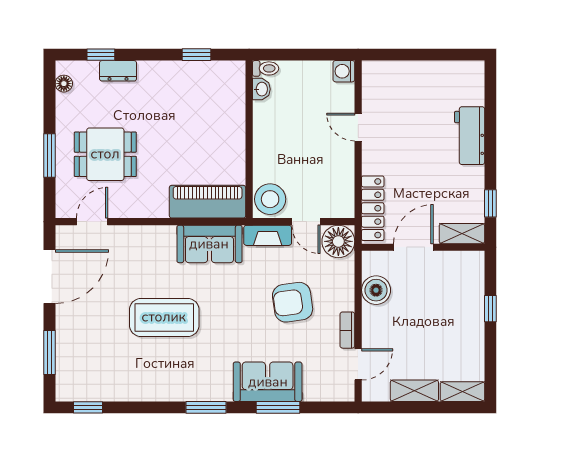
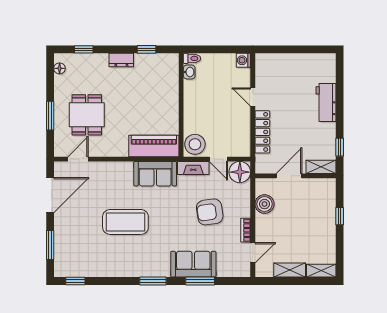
dresser: (118, 71) -> (121, 60), moved
dining table: (105, 154) -> (87, 115), turned 90
locker: (373, 208) -> (262, 132), moved

